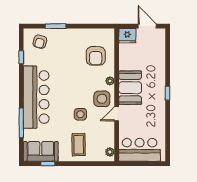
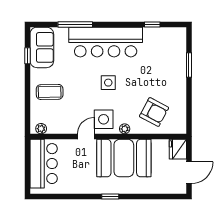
armchair: (40, 42) -> (171, 46), removed
armchair: (96, 56) -> (154, 112), turned -152
booth: (130, 88) -> (124, 158), width x1.36, depth x1.42
side table: (80, 114) -> (108, 83), moved
door: (117, 114) -> (86, 137), hinge flipped

